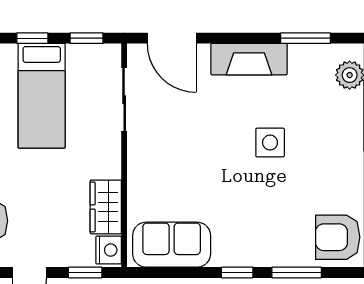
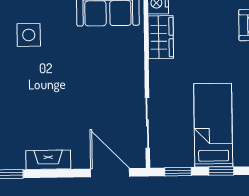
fireplace: (249, 59) -> (48, 160), width x0.73, depth x0.76
side table: (270, 143) -> (29, 35), moved

